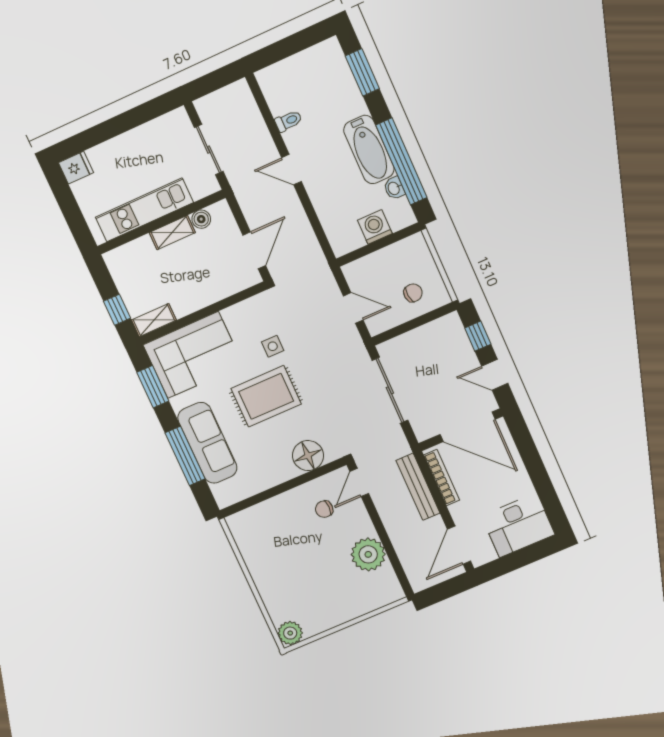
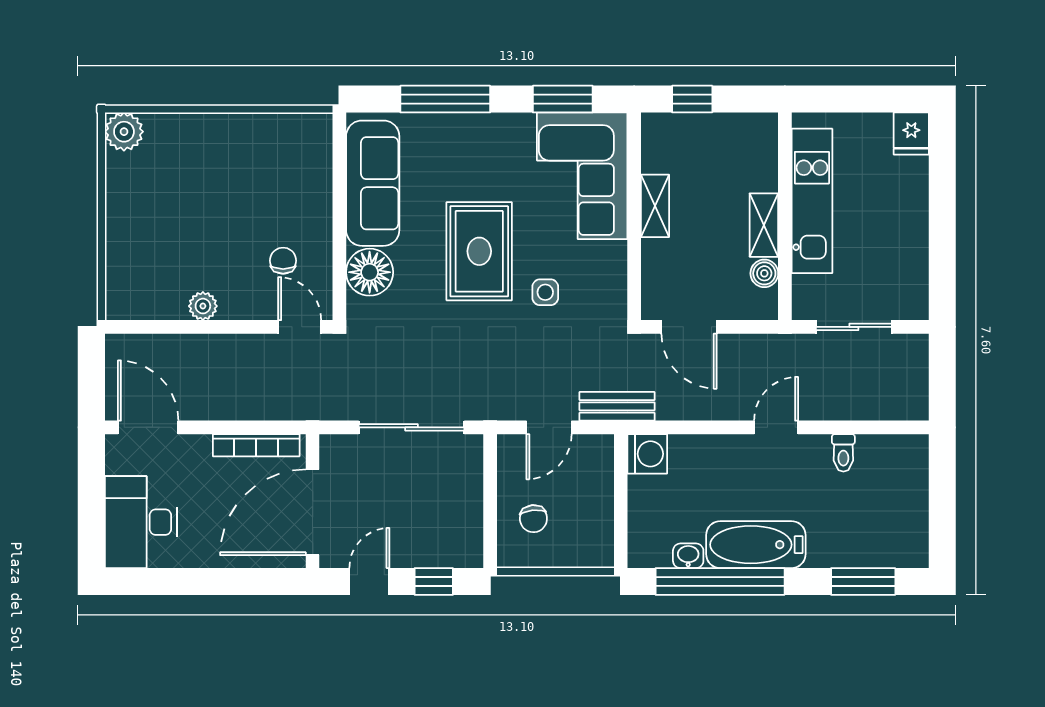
washing machine: (375, 227) -> (647, 454), moved
shelving: (154, 320) -> (655, 206), moved
sofa: (207, 443) -> (373, 183), moved, turned -90
bench: (418, 487) -> (617, 406), moved, width x0.73
plant: (368, 554) -> (203, 306), width x0.53, depth x0.53

